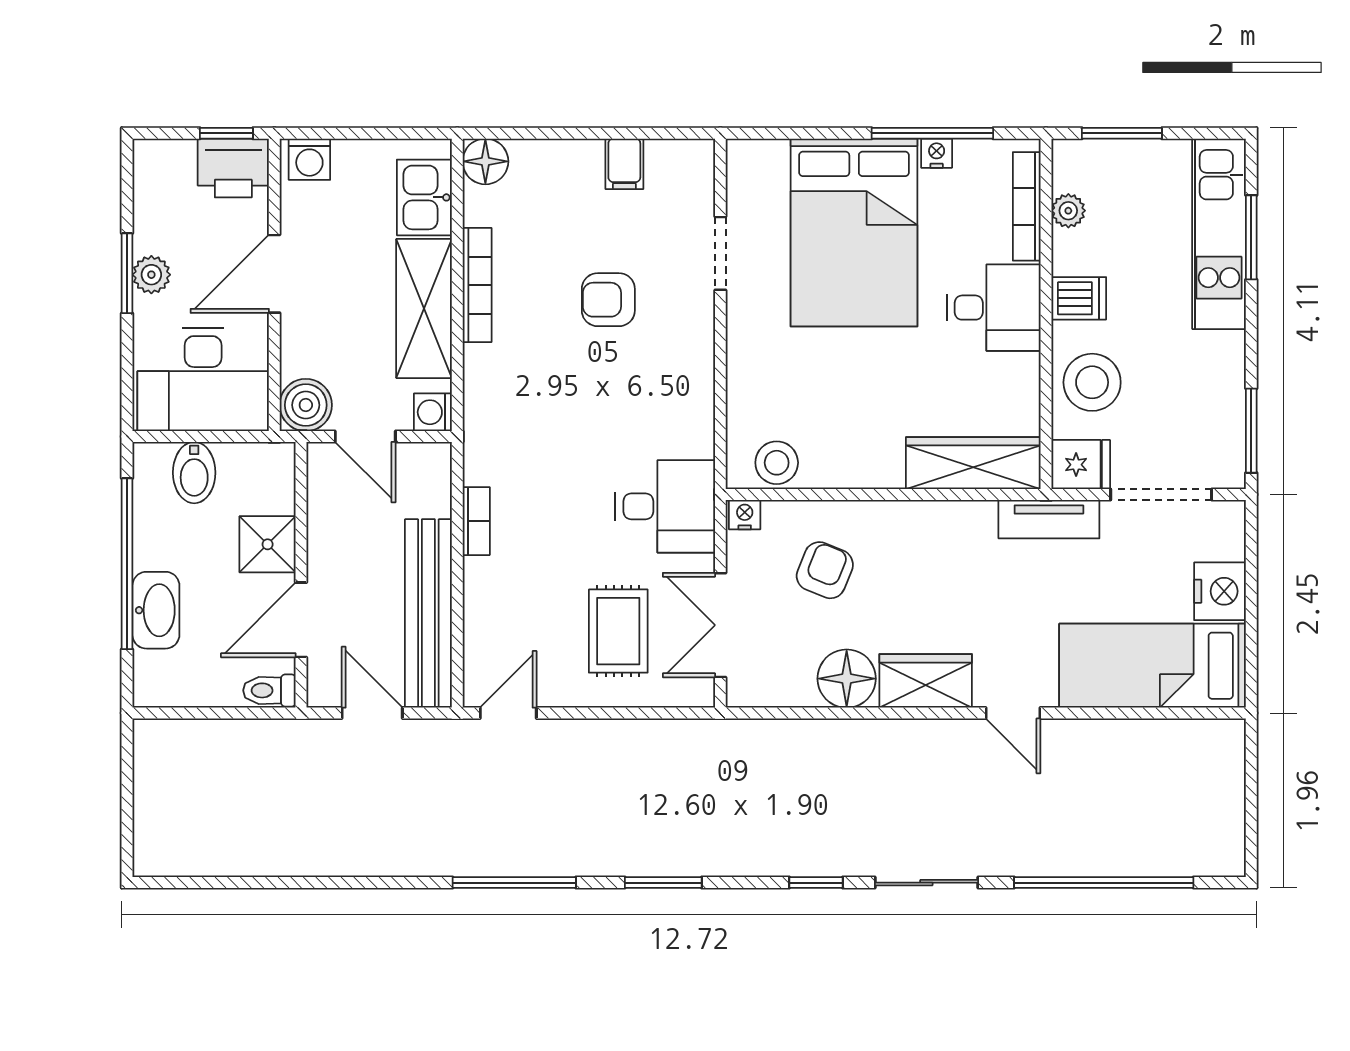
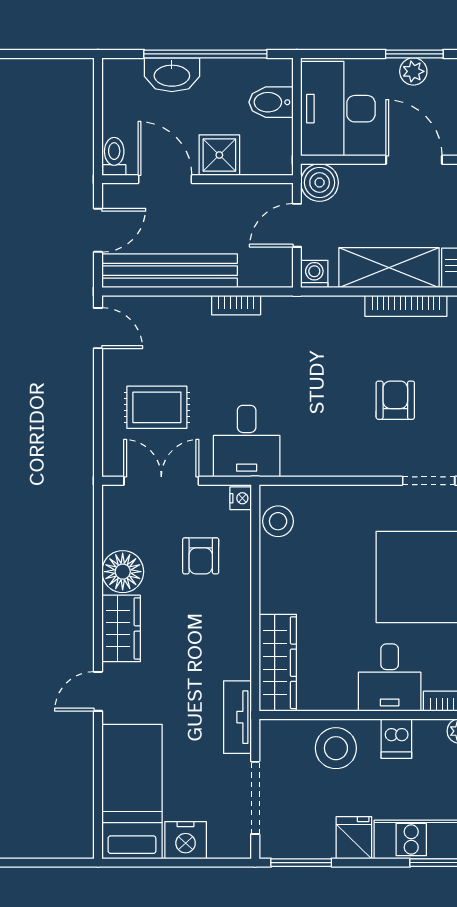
fridge: (1081, 465) -> (354, 838), moved, turned 180
armchair: (825, 570) -> (201, 556), turned 68

